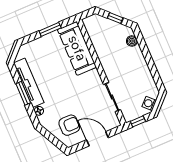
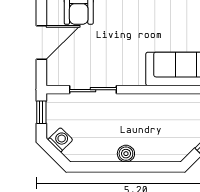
boiler: (132, 41) -> (126, 154), moved

